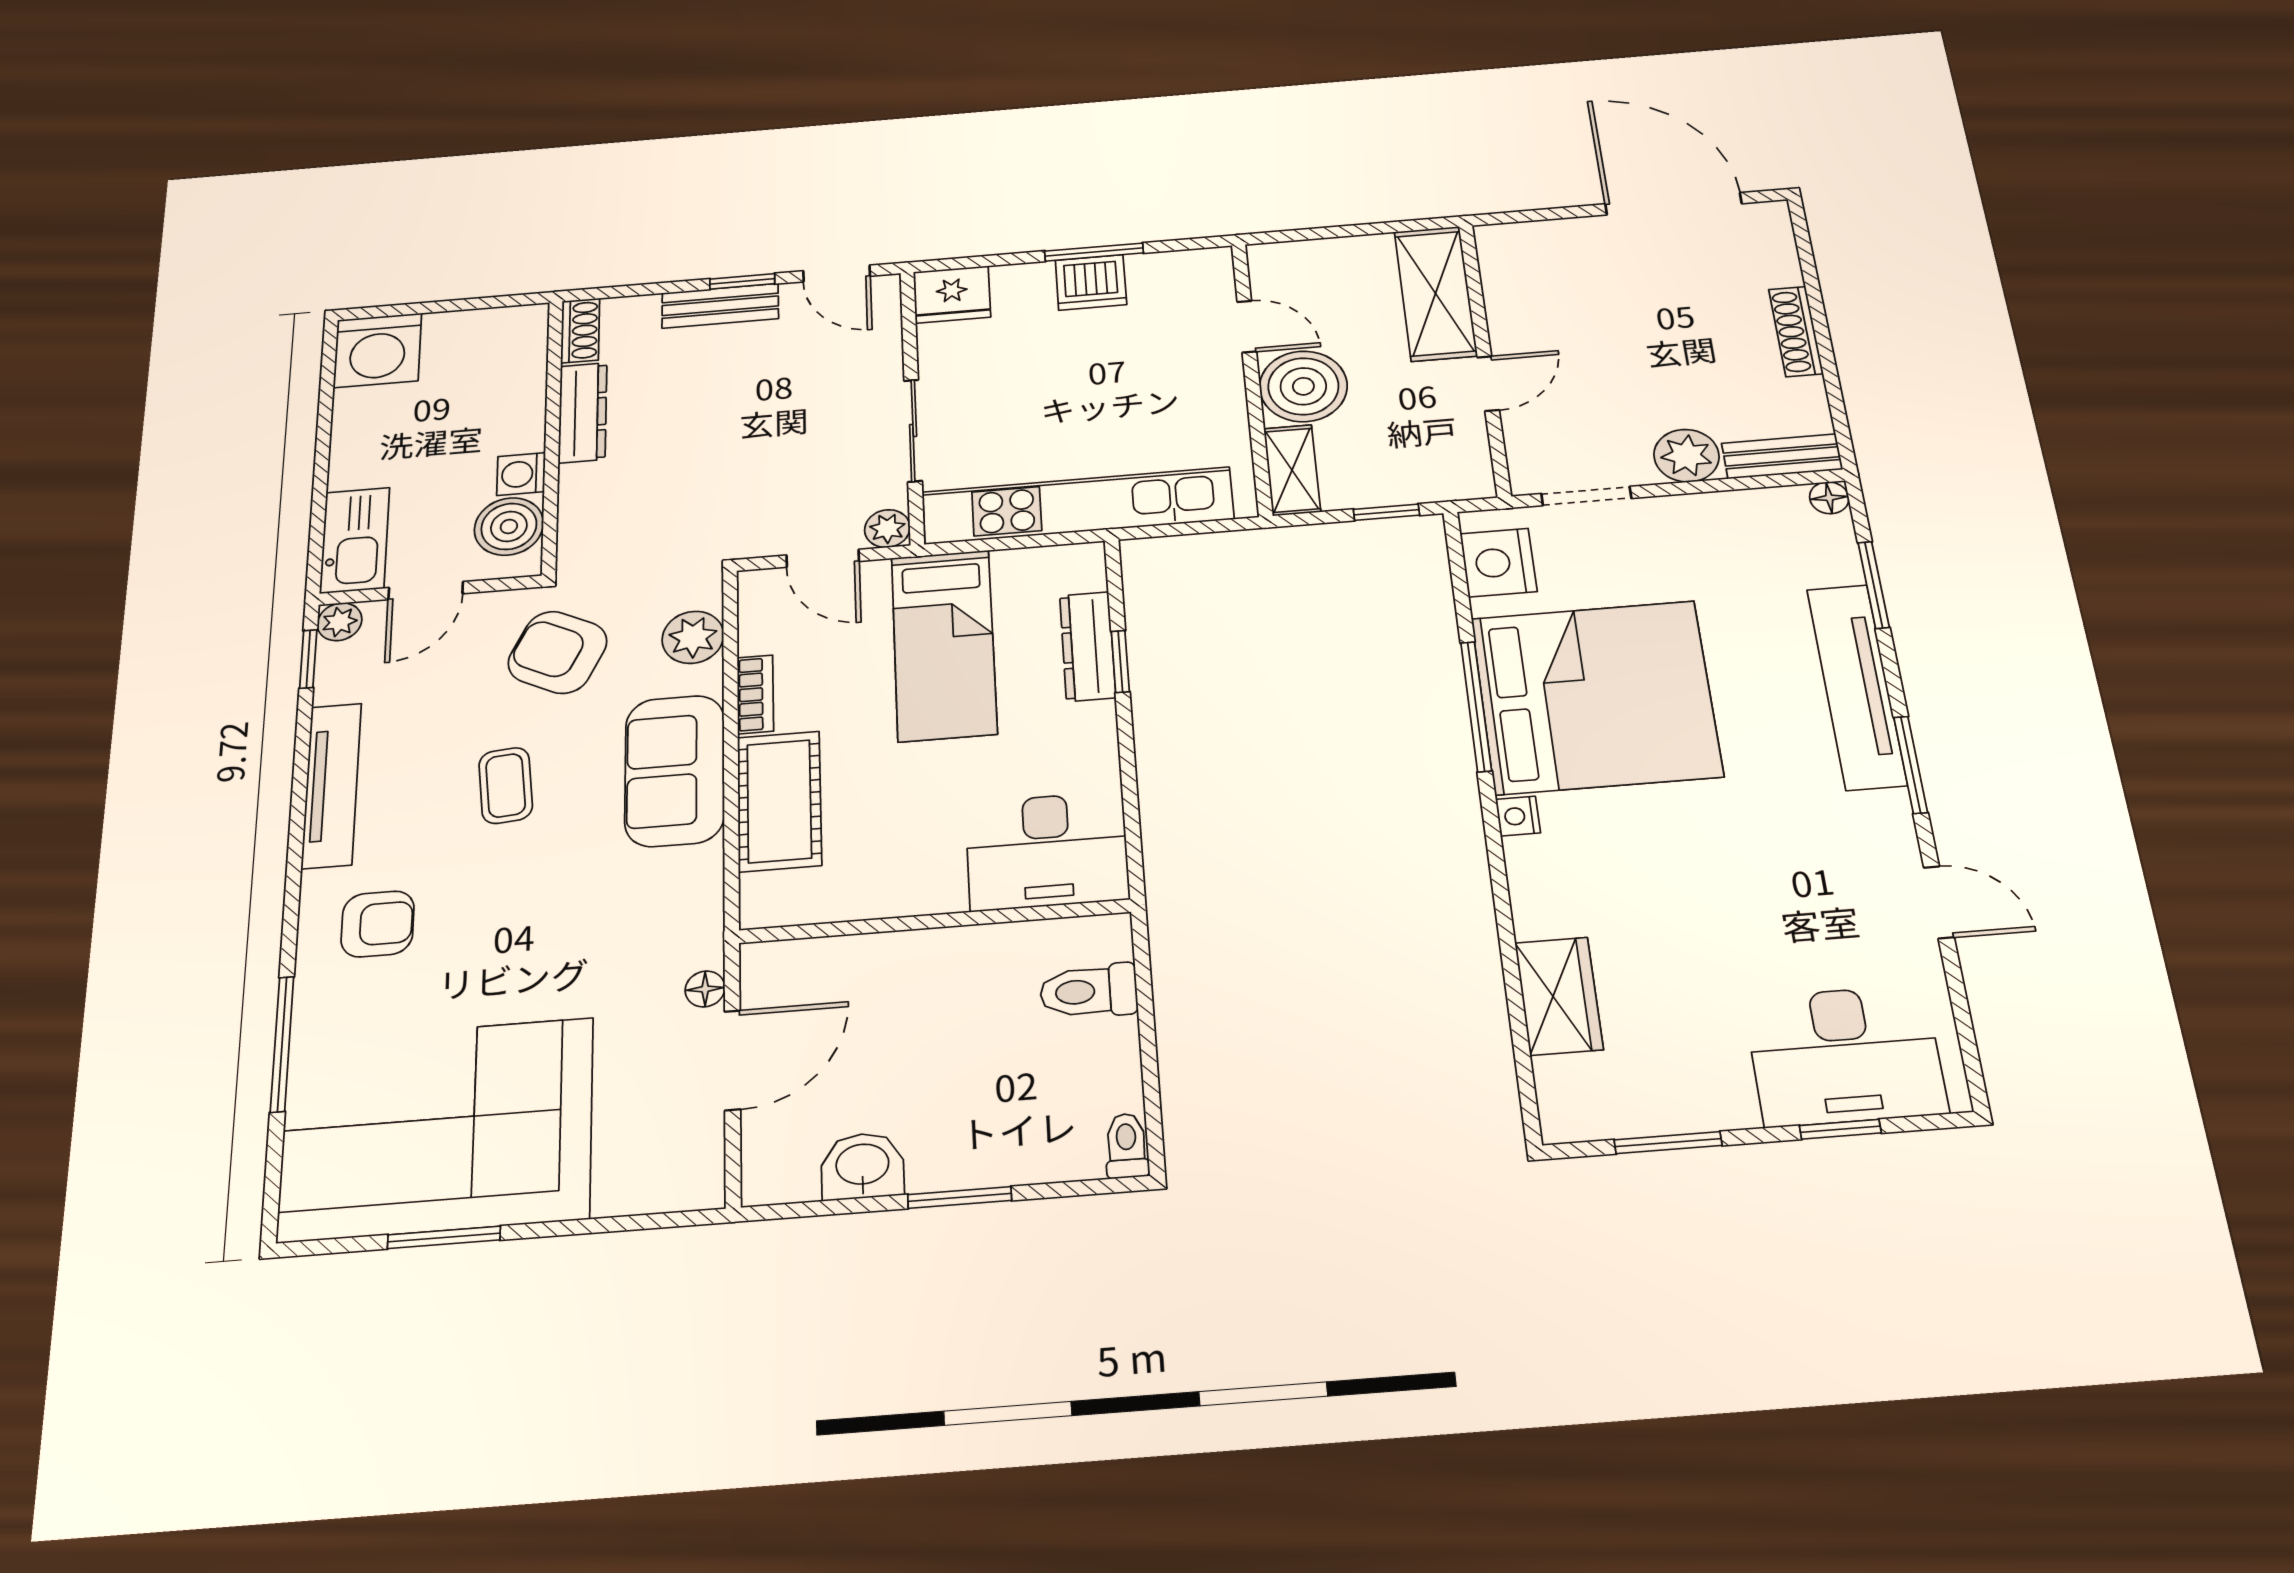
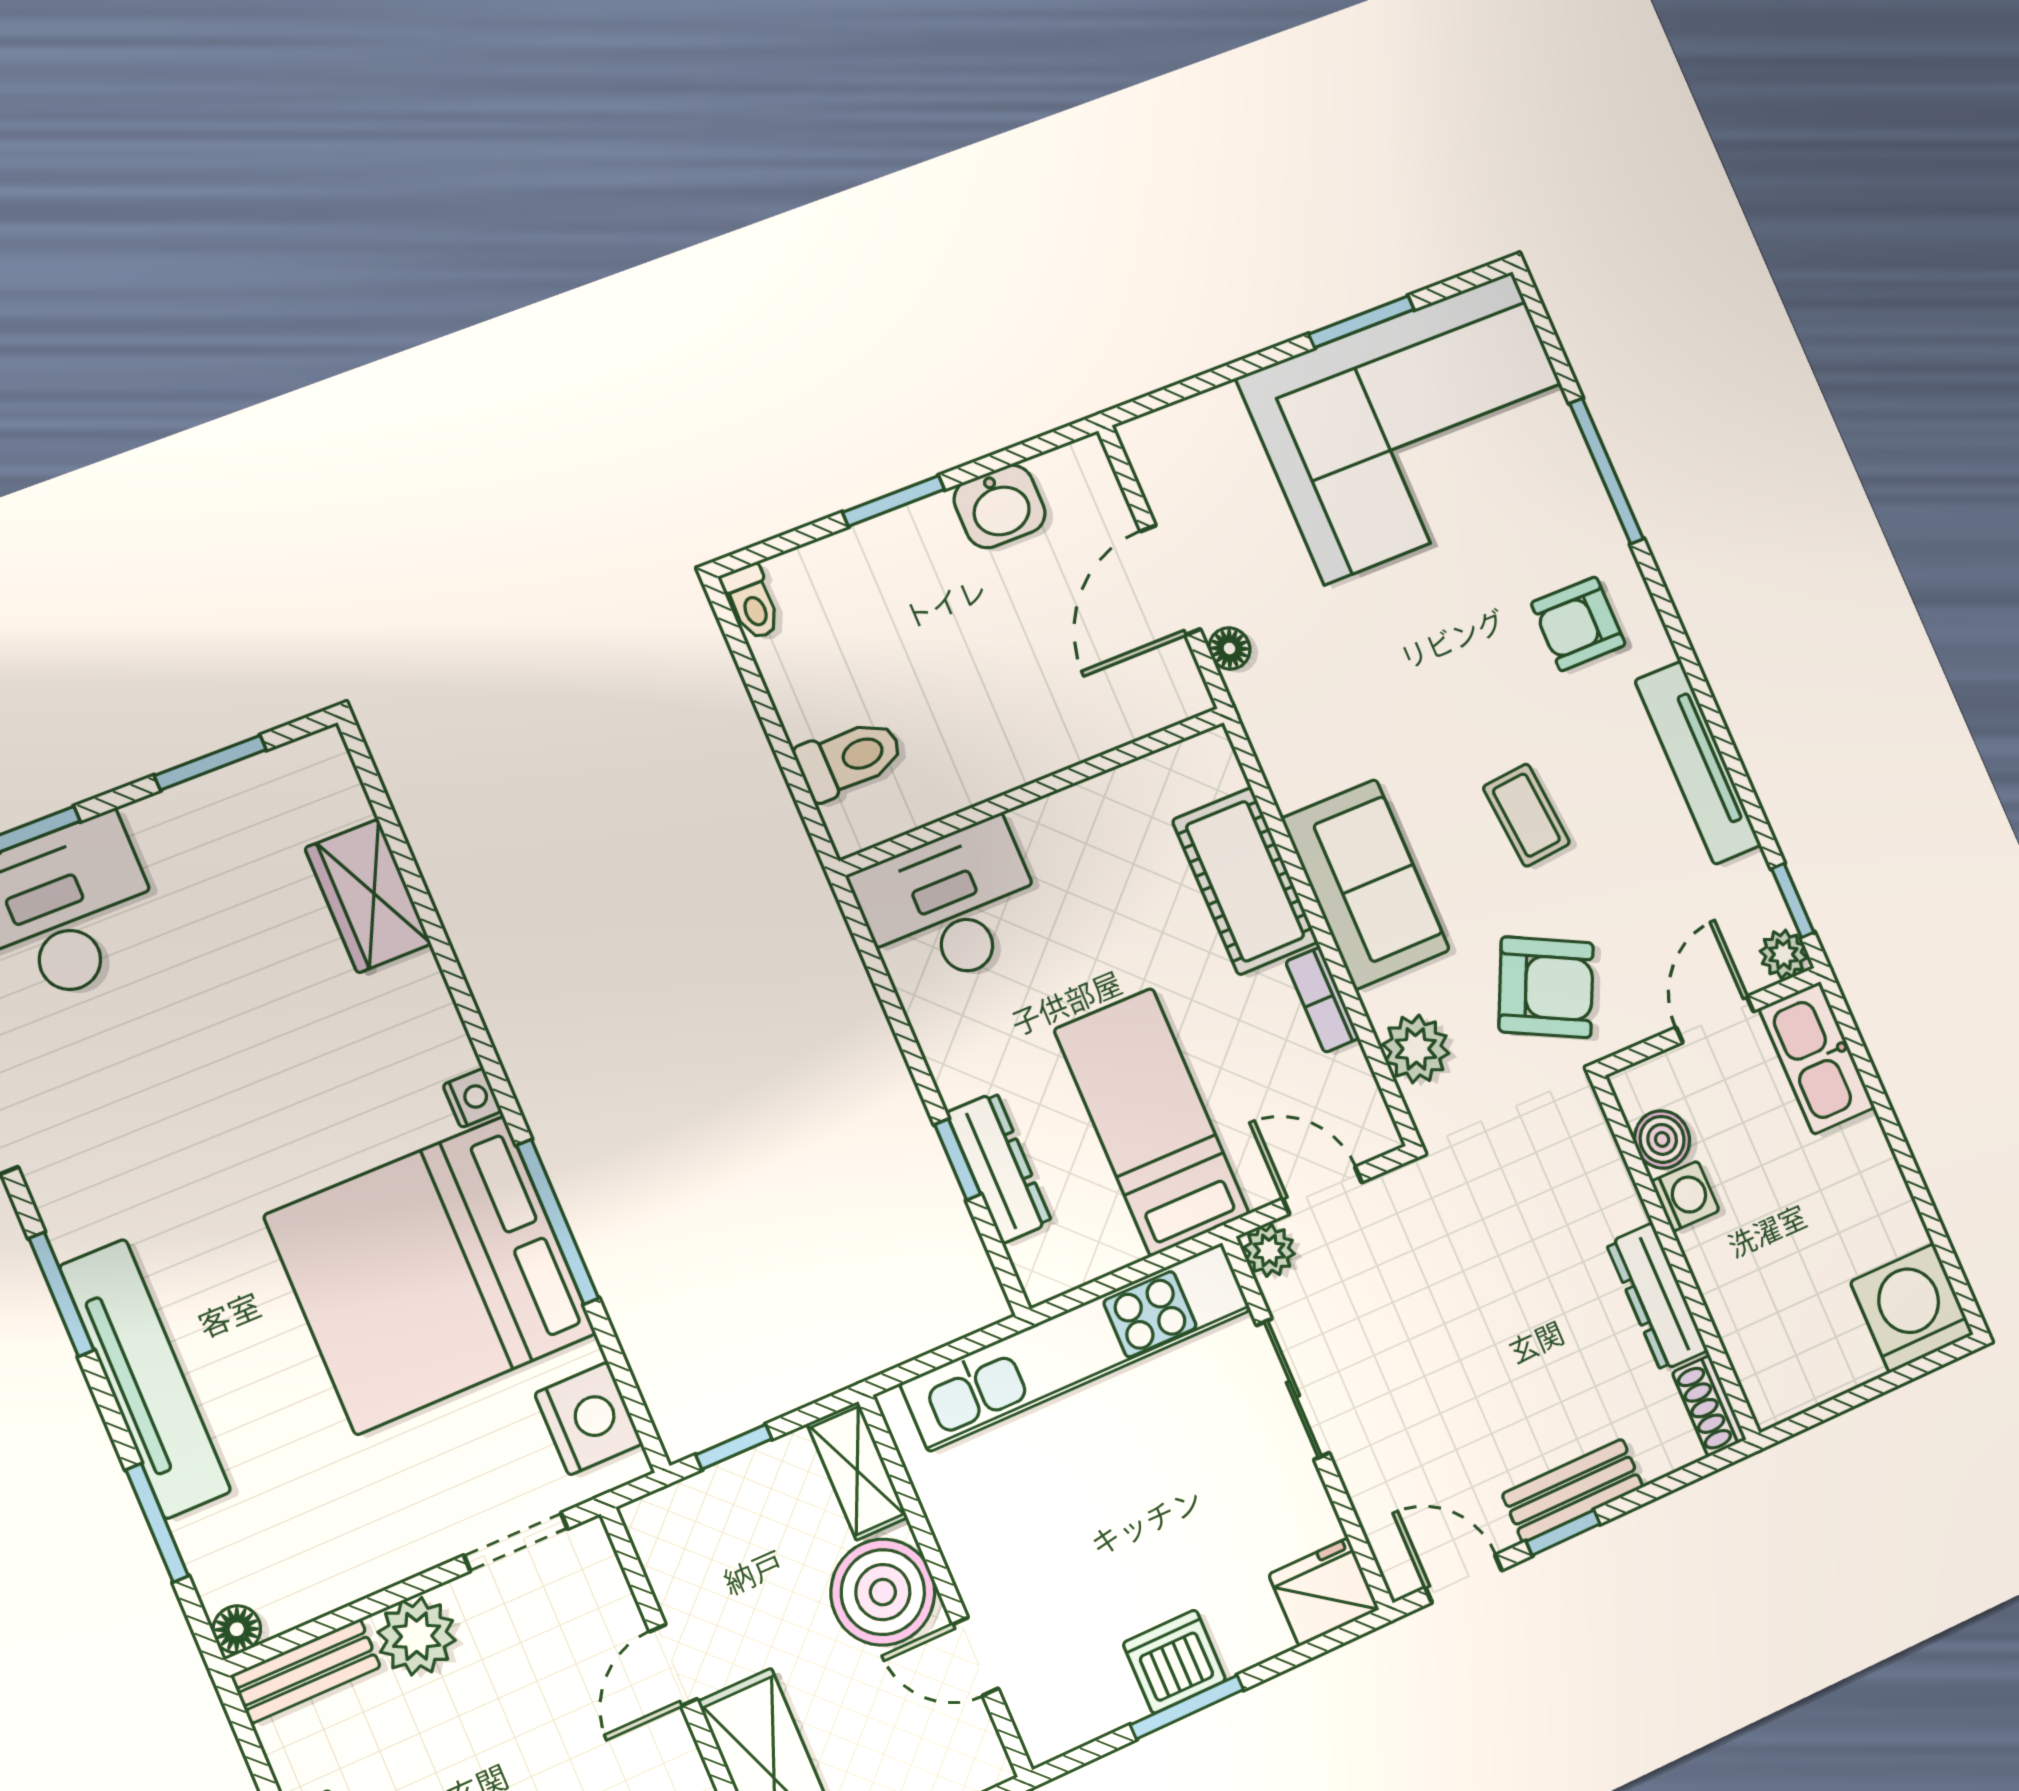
boiler: (509, 526) -> (1662, 1139), width x0.73, depth x0.73

